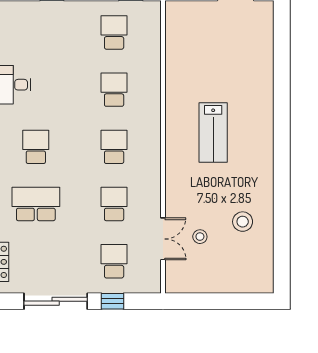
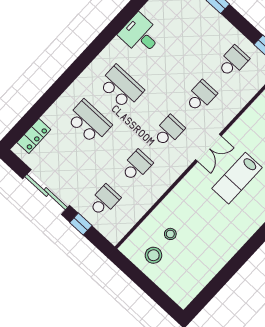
school desk: (36, 147) -> (121, 87), width x1.85
stool: (243, 222) -> (153, 255), moved
double door: (163, 239) -> (208, 148), moved

